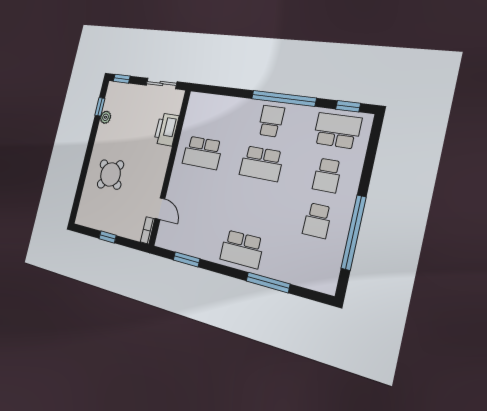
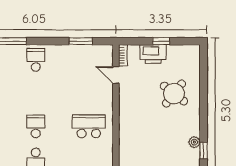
printer: (166, 129) -> (153, 54), moved, turned 90
school desk: (261, 163) -> (36, 126), width x0.54
school desk: (242, 249) -> (36, 60), width x0.54

